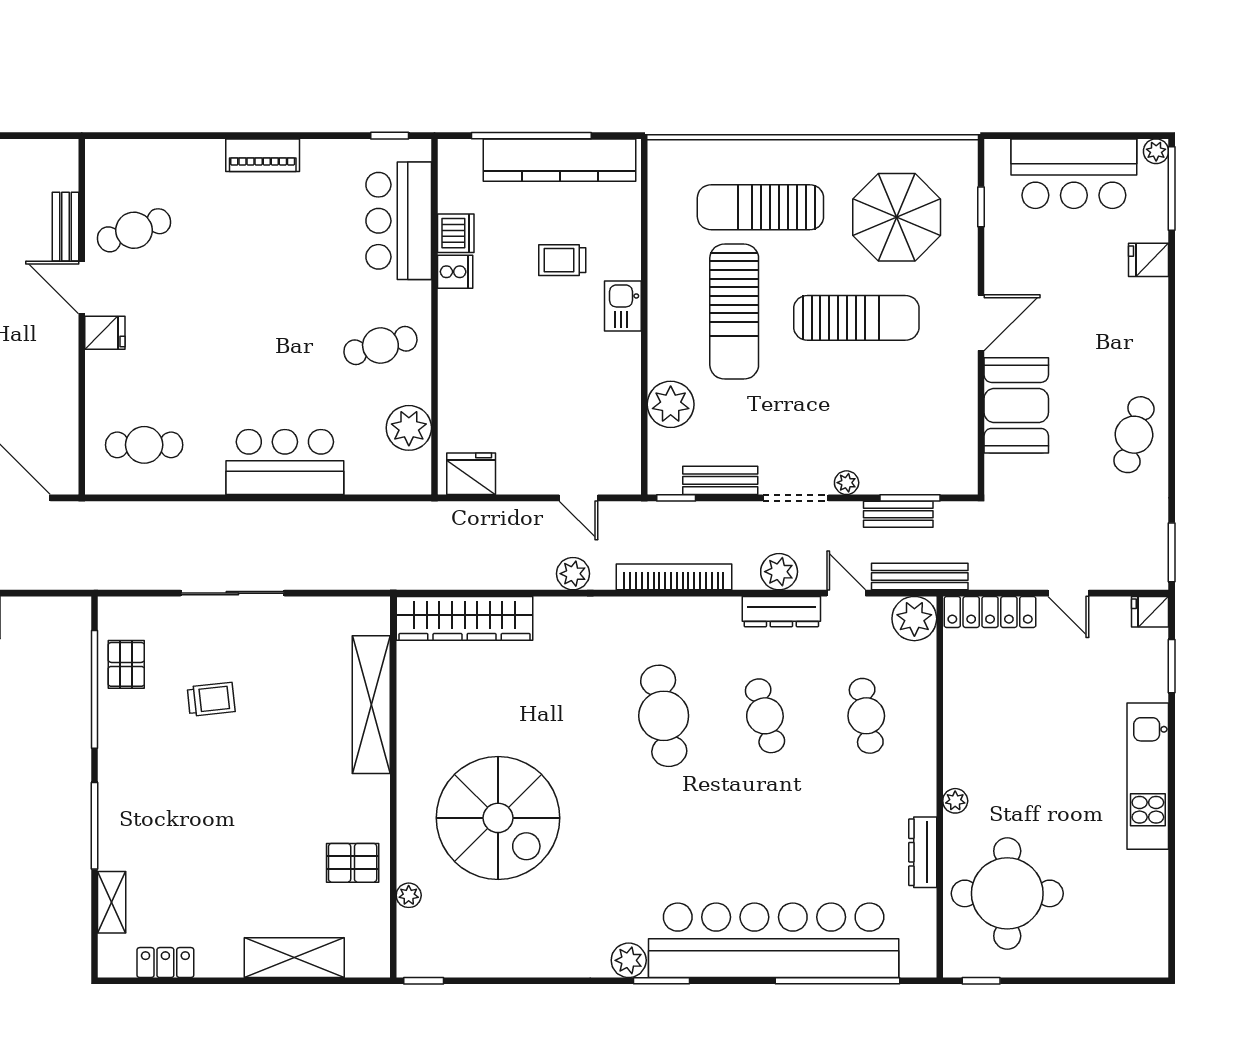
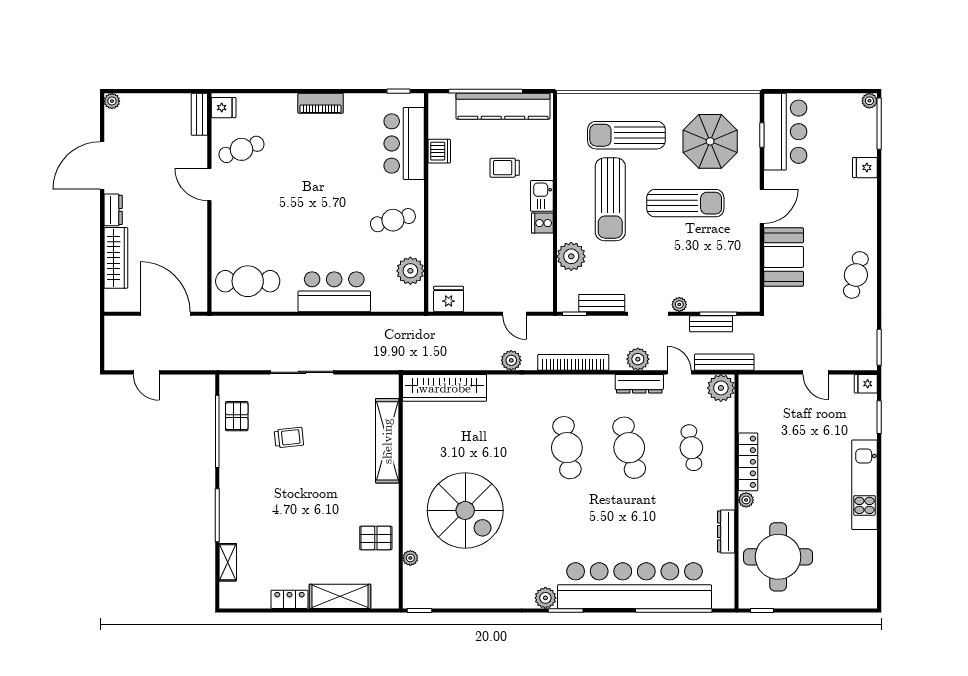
bar counter: (1074, 174) -> (785, 132), moved, turned -90
bench: (65, 227) -> (199, 114), moved
cooker: (455, 272) -> (542, 223), moved, turned 180
fridge: (105, 333) -> (224, 108), moved
cafe table: (144, 445) -> (248, 281), width x1.37, depth x1.35
locker: (990, 612) -> (748, 462), moved, turned -90
cafe table: (765, 716) -> (629, 448), width x1.37, depth x1.35
locker: (165, 963) -> (289, 599), moved

